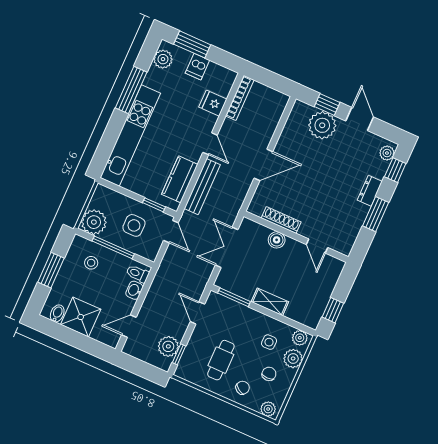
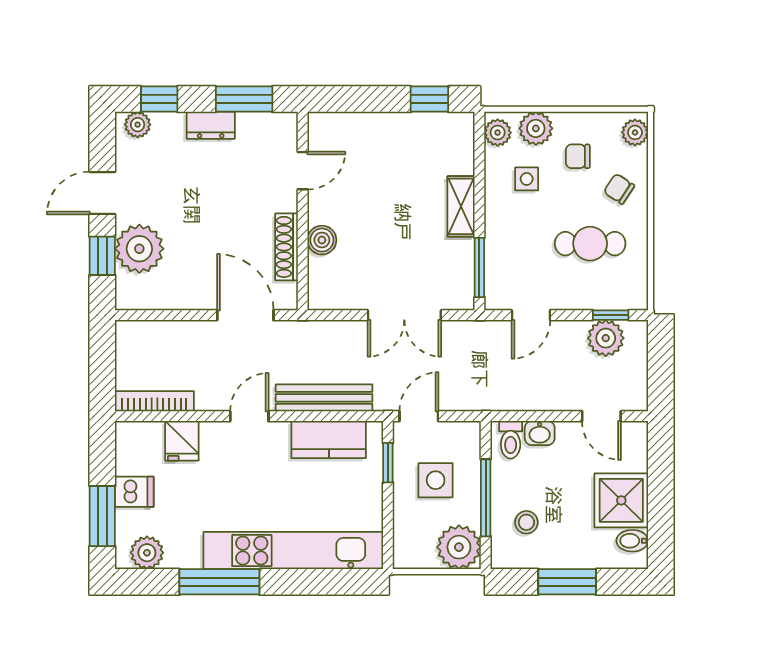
shoe rack: (281, 220) -> (287, 247), moved
wall: (296, 237) -> (303, 211), moved
boiler: (277, 240) -> (322, 240), moved
door: (317, 246) -> (303, 171), moved

